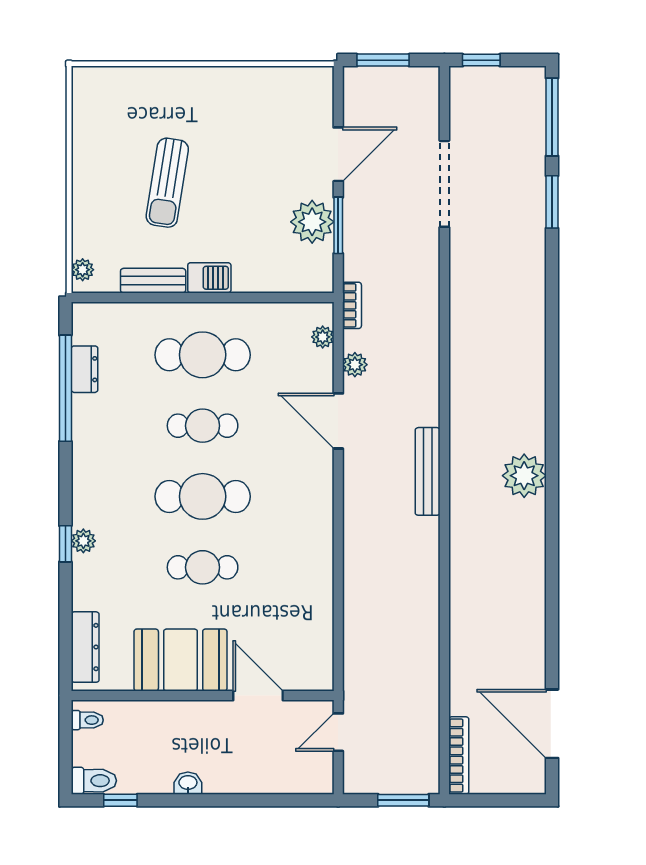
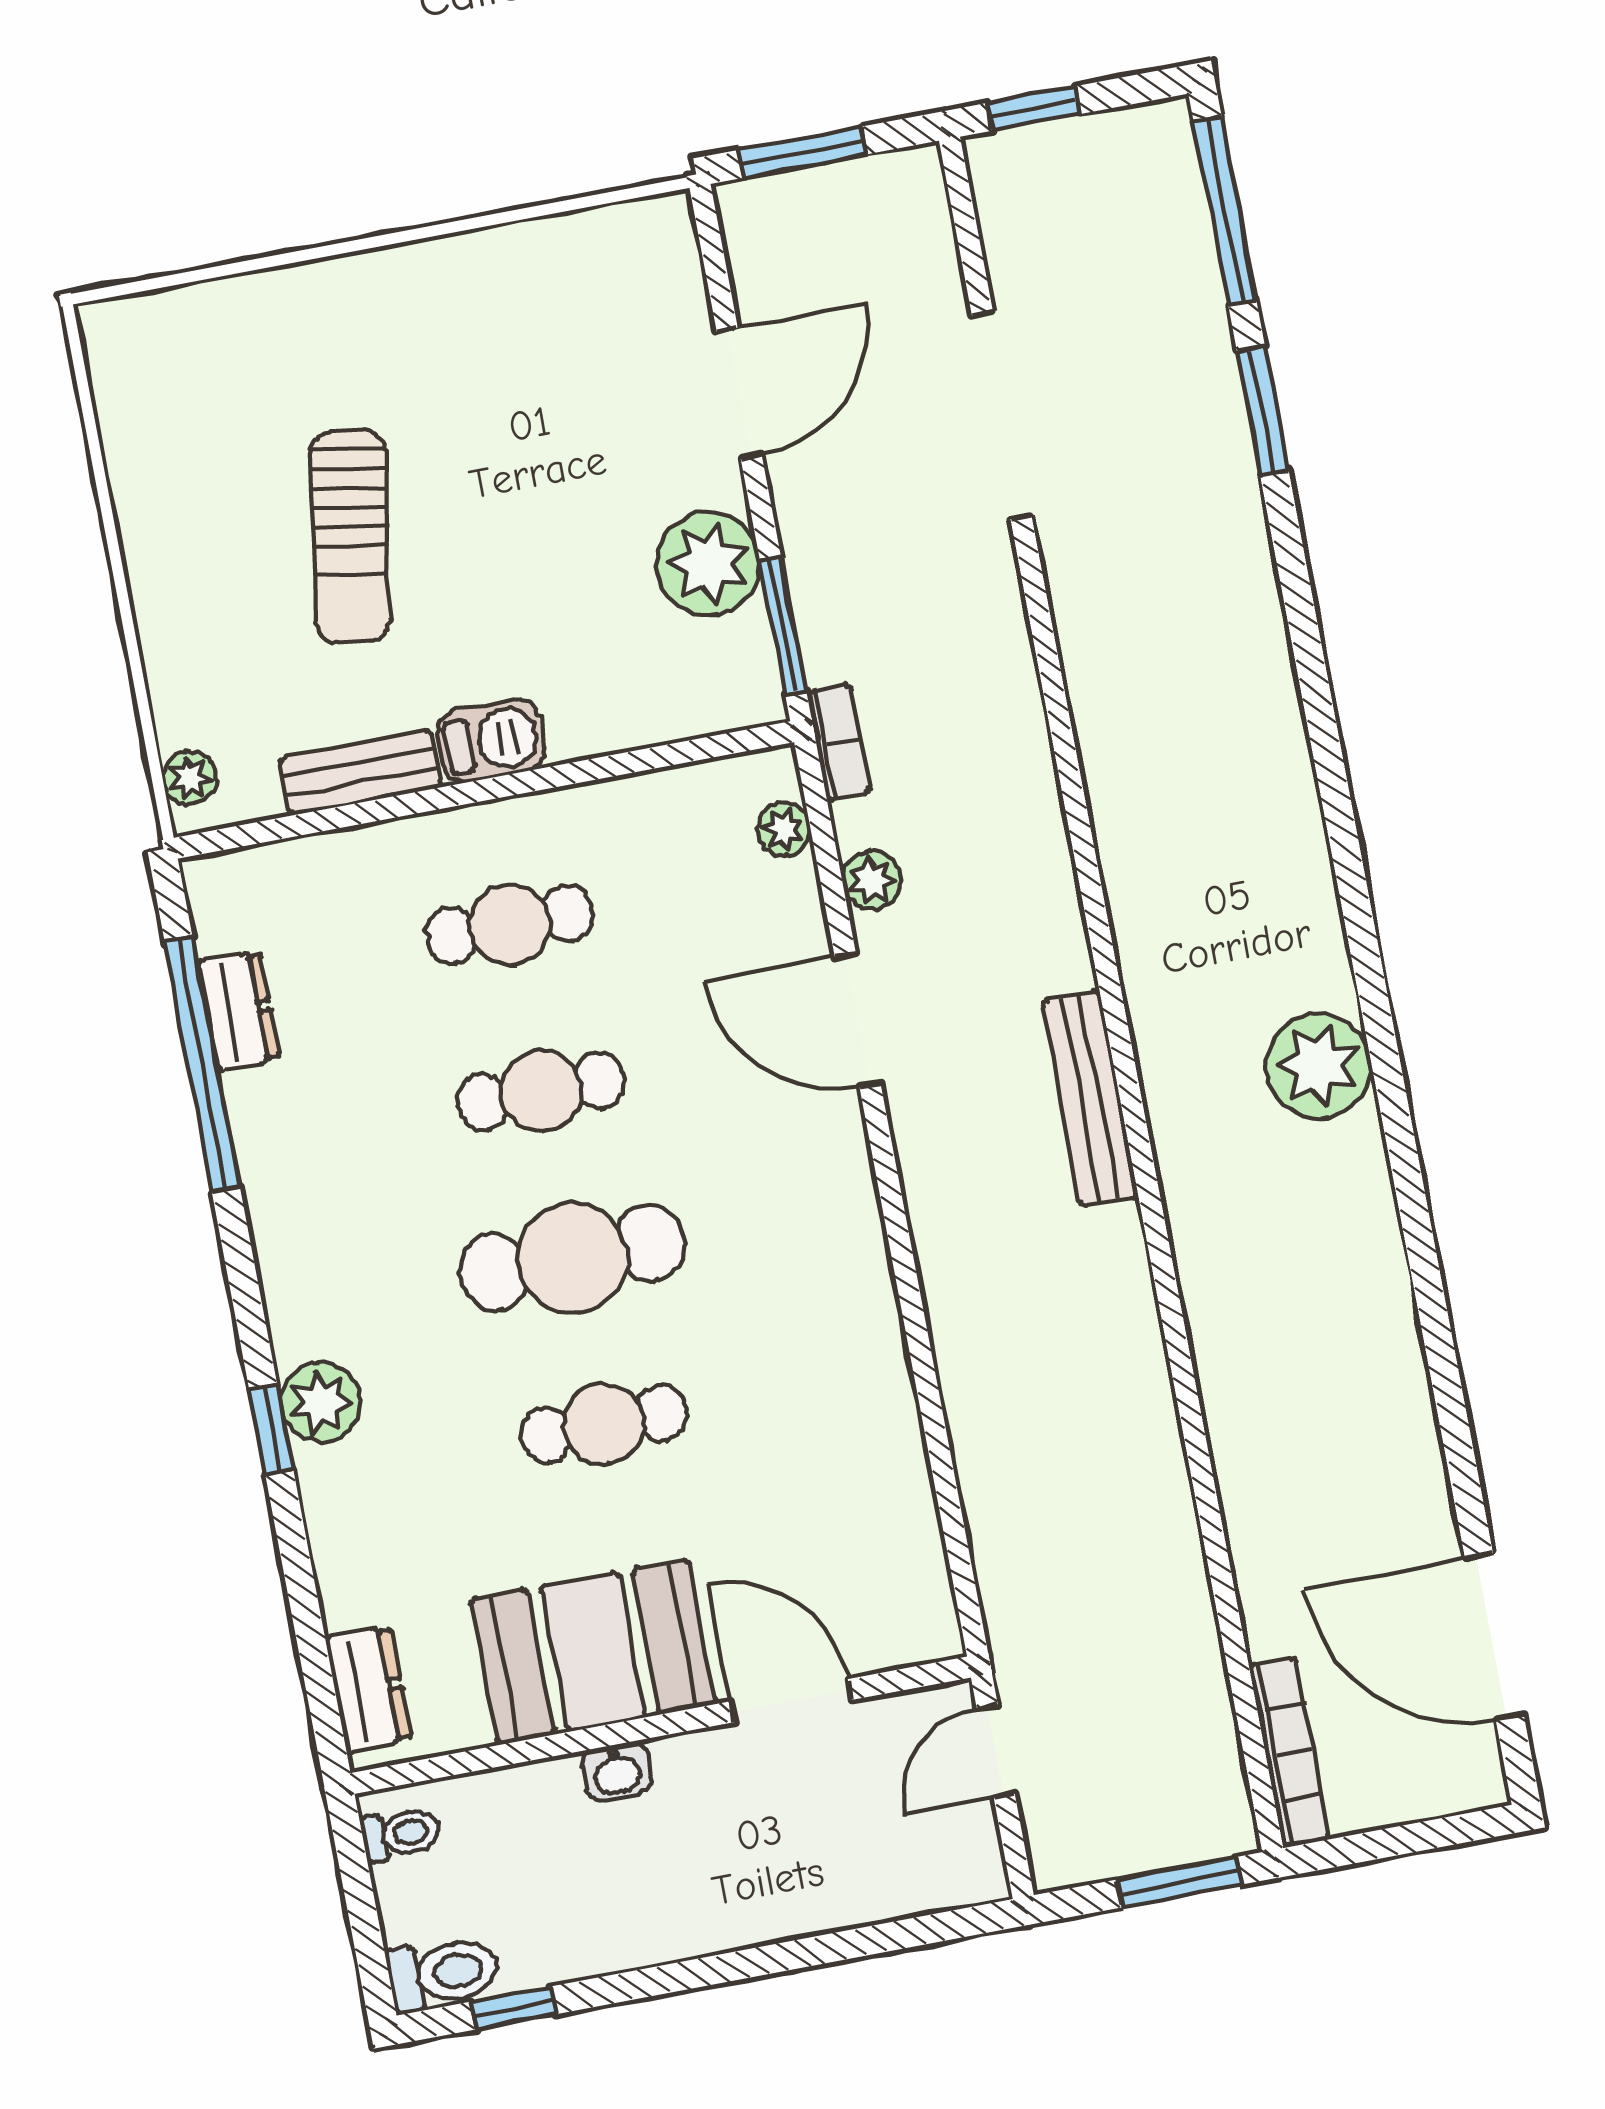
window: (338, 225) -> (783, 626), moved
cafe table: (203, 355) -> (510, 925), width x0.73, depth x0.74
plant: (83, 541) -> (321, 1402), width x1.38, depth x1.38
dresser: (85, 647) -> (368, 1689), width x0.70
washbasin: (188, 783) -> (617, 1772), moved, turned 180

